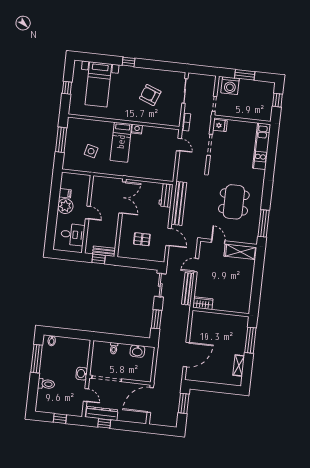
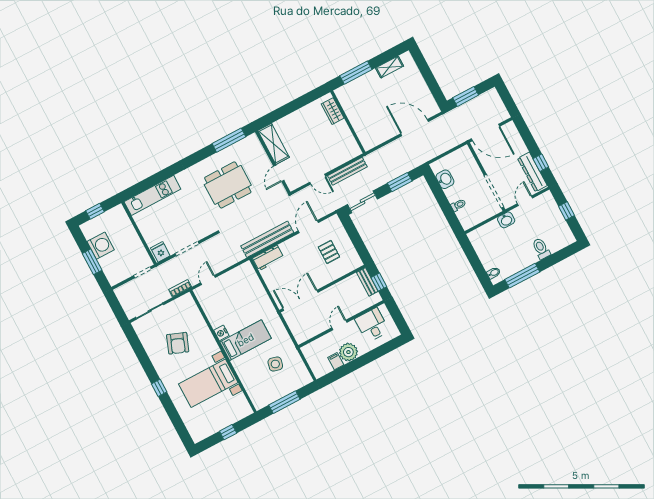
bed with nightstands: (98, 84) -> (208, 383), moved, turned 180
washing machine: (230, 86) -> (101, 246), moved
wardrobe: (203, 303) -> (333, 111), moved

